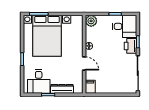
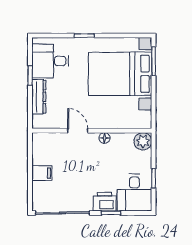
door: (84, 63) -> (78, 131), swing flipped
filing cabinet: (90, 87) -> (42, 173), moved

